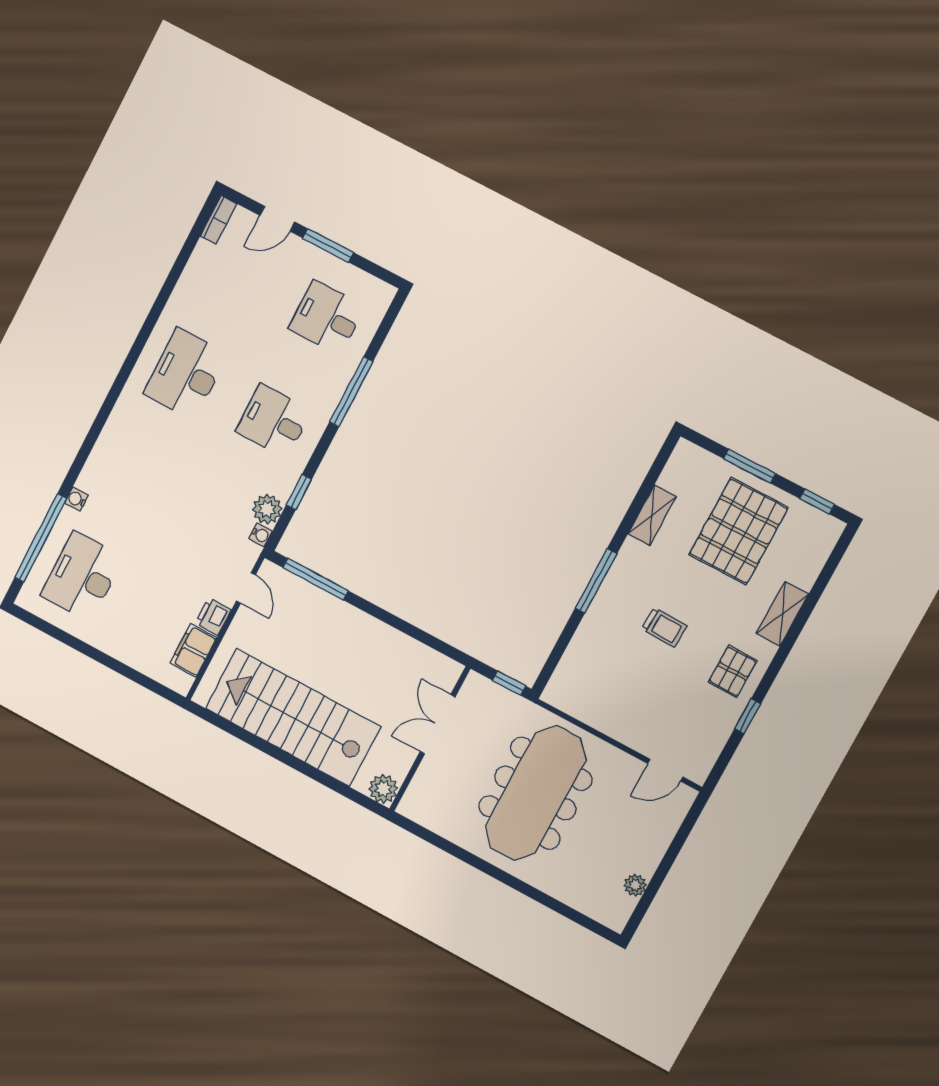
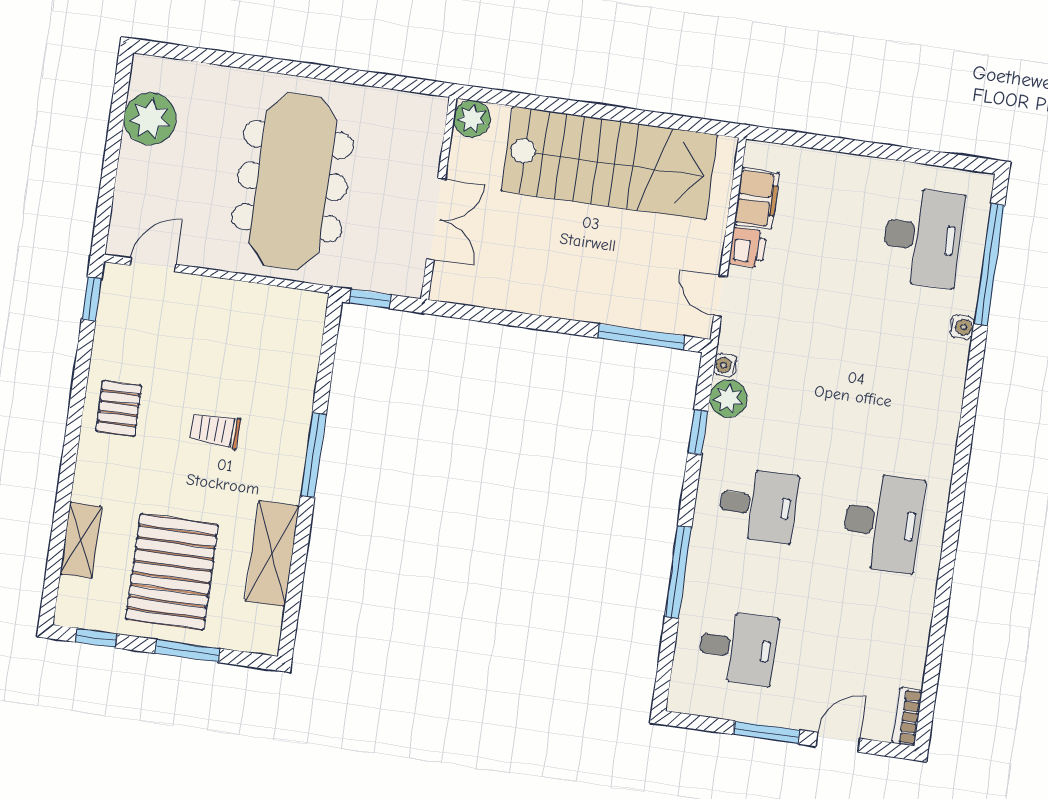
shelving: (652, 515) -> (272, 554), width x1.50, depth x1.33
shelving: (782, 614) -> (81, 540), moved
window: (748, 716) -> (91, 299), moved
plant: (635, 885) -> (150, 119), width x1.87, depth x1.87

